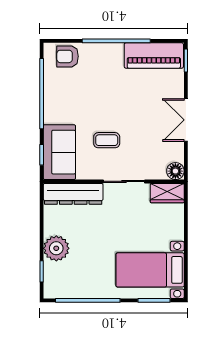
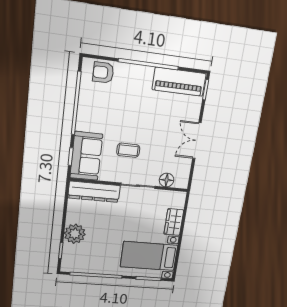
floor lamp: (175, 171) -> (167, 180), moved
wardrobe: (167, 193) -> (174, 222), moved, turned 90

